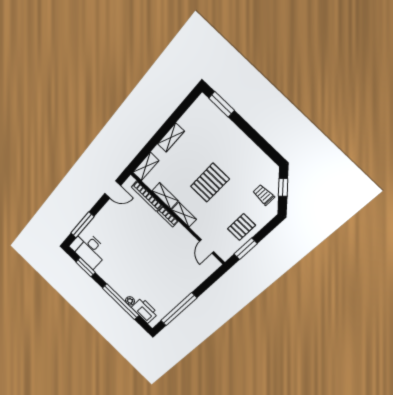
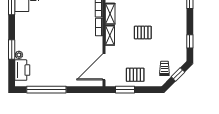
window: (263, 145) -> (190, 41), added
pallet: (210, 183) -> (143, 32), width x0.67, depth x0.71
door: (207, 246) -> (104, 67), width x1.87
window: (121, 302) -> (12, 50), width x0.47

